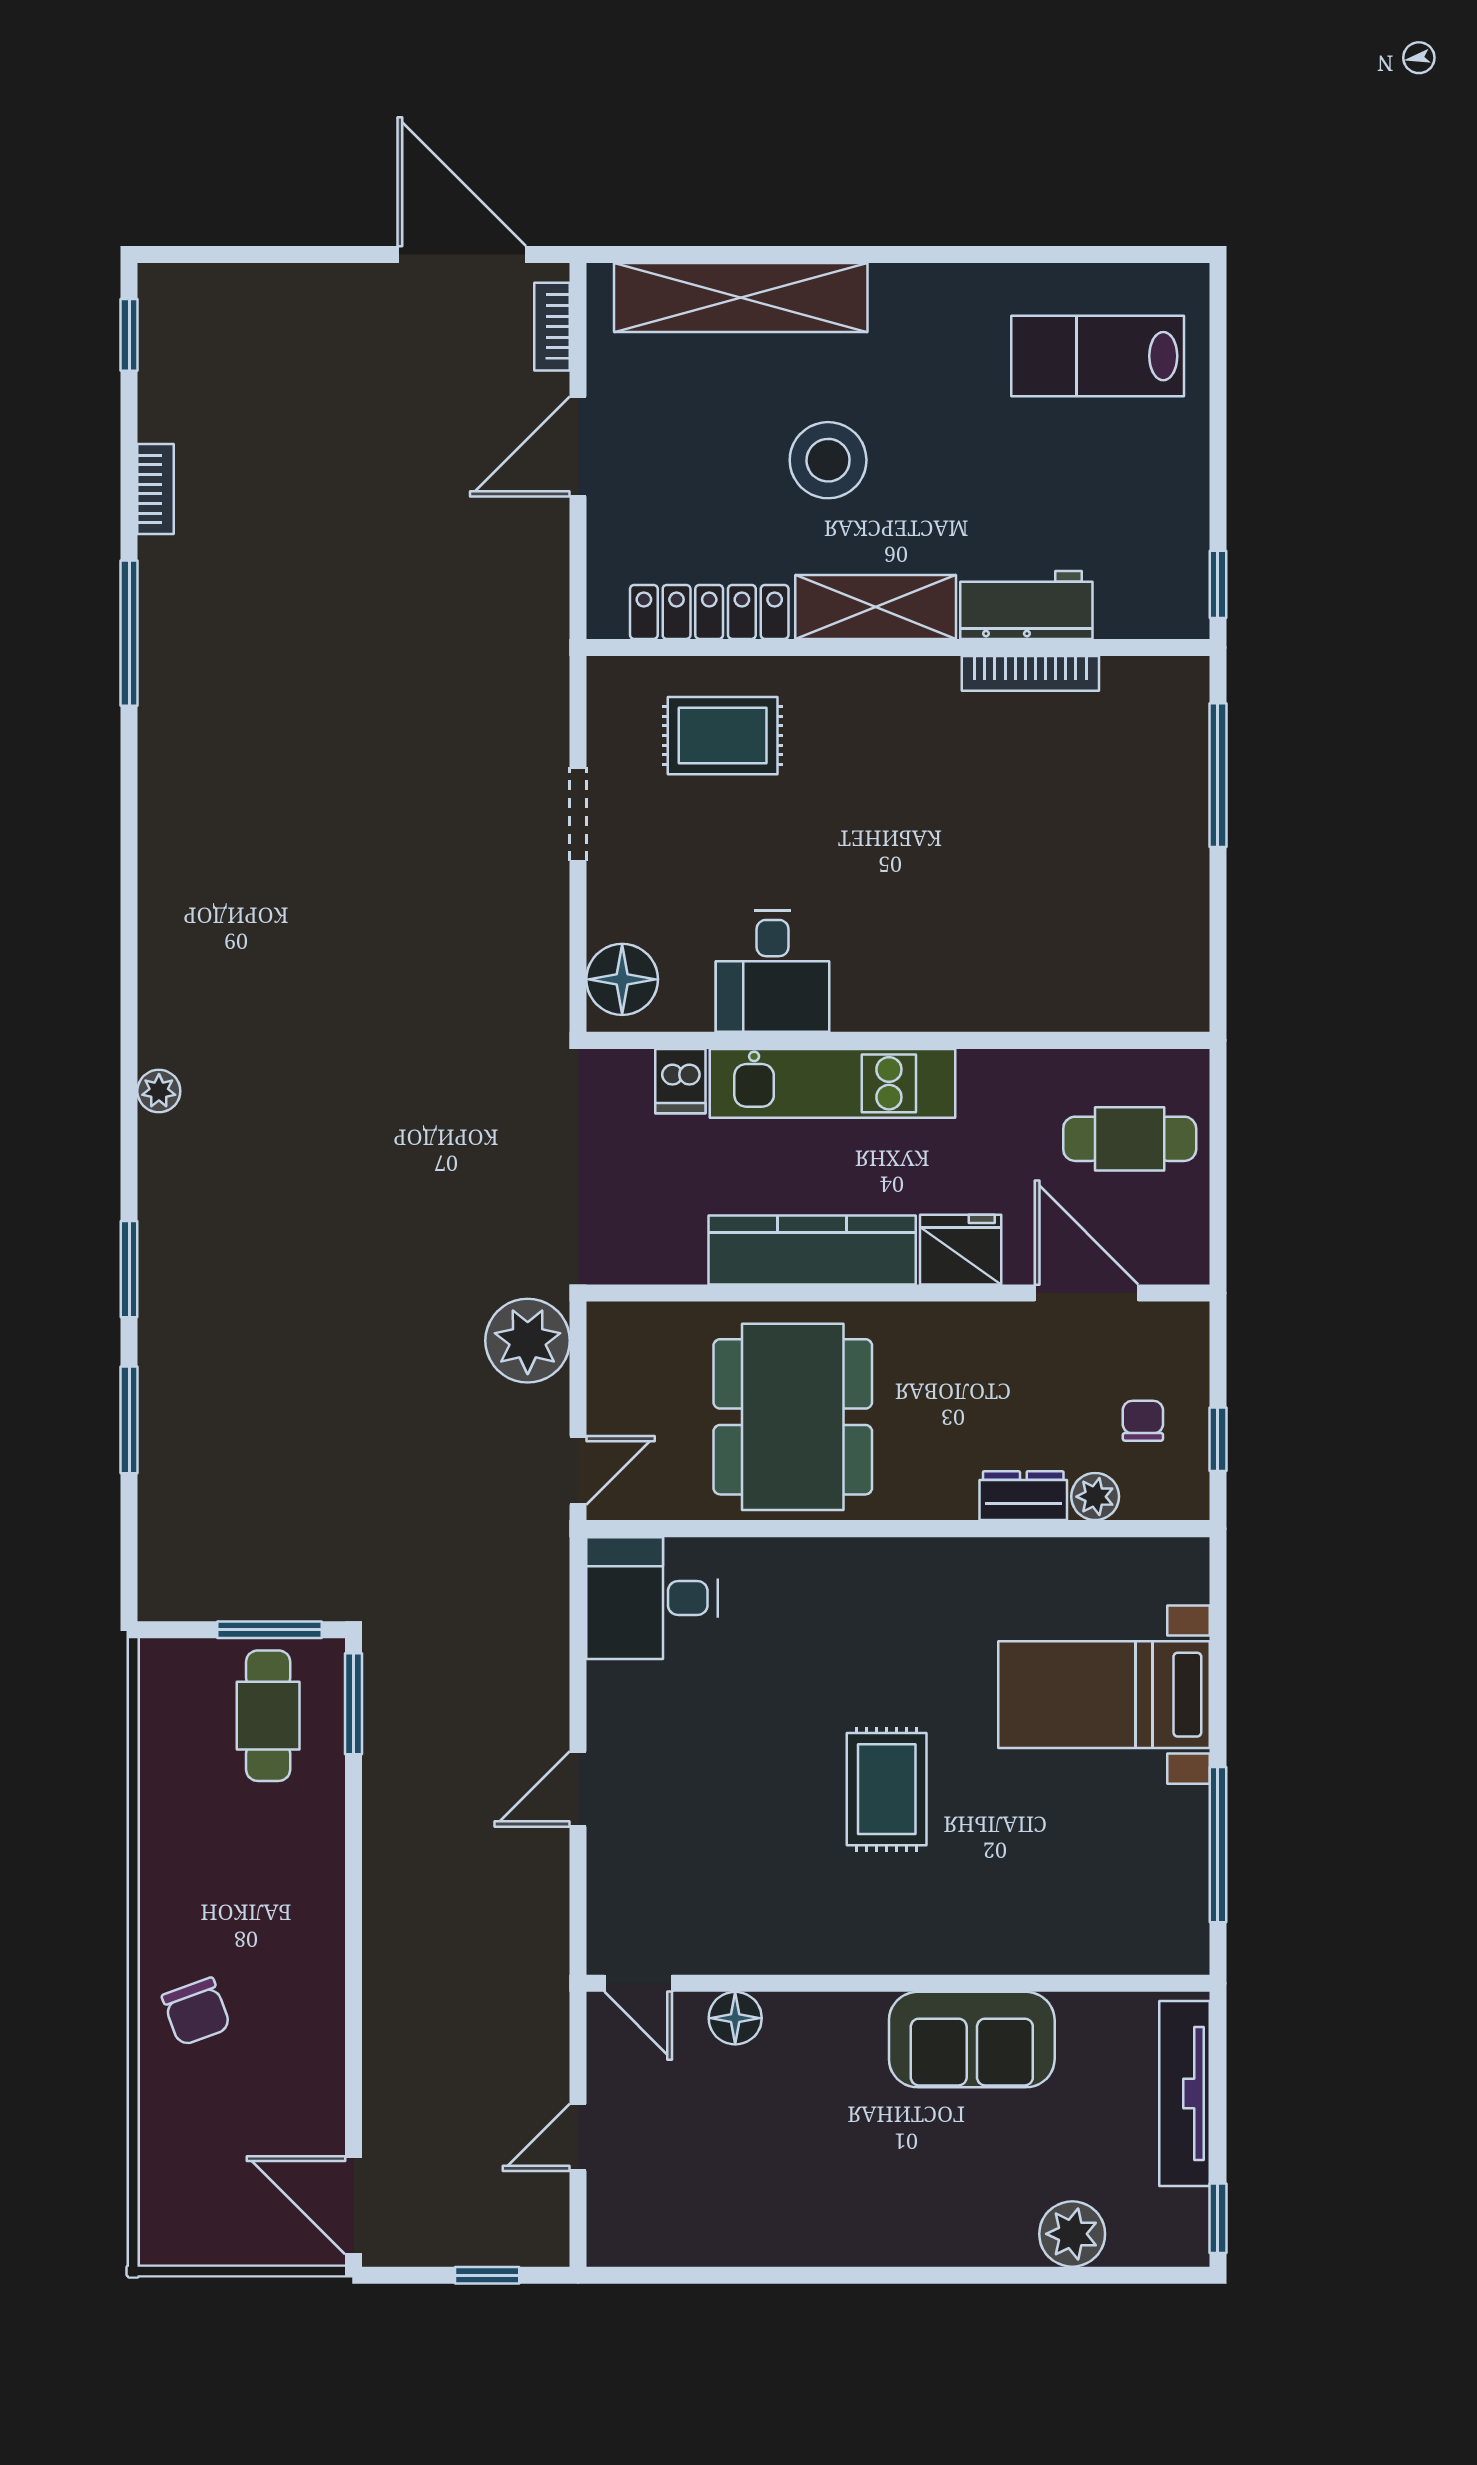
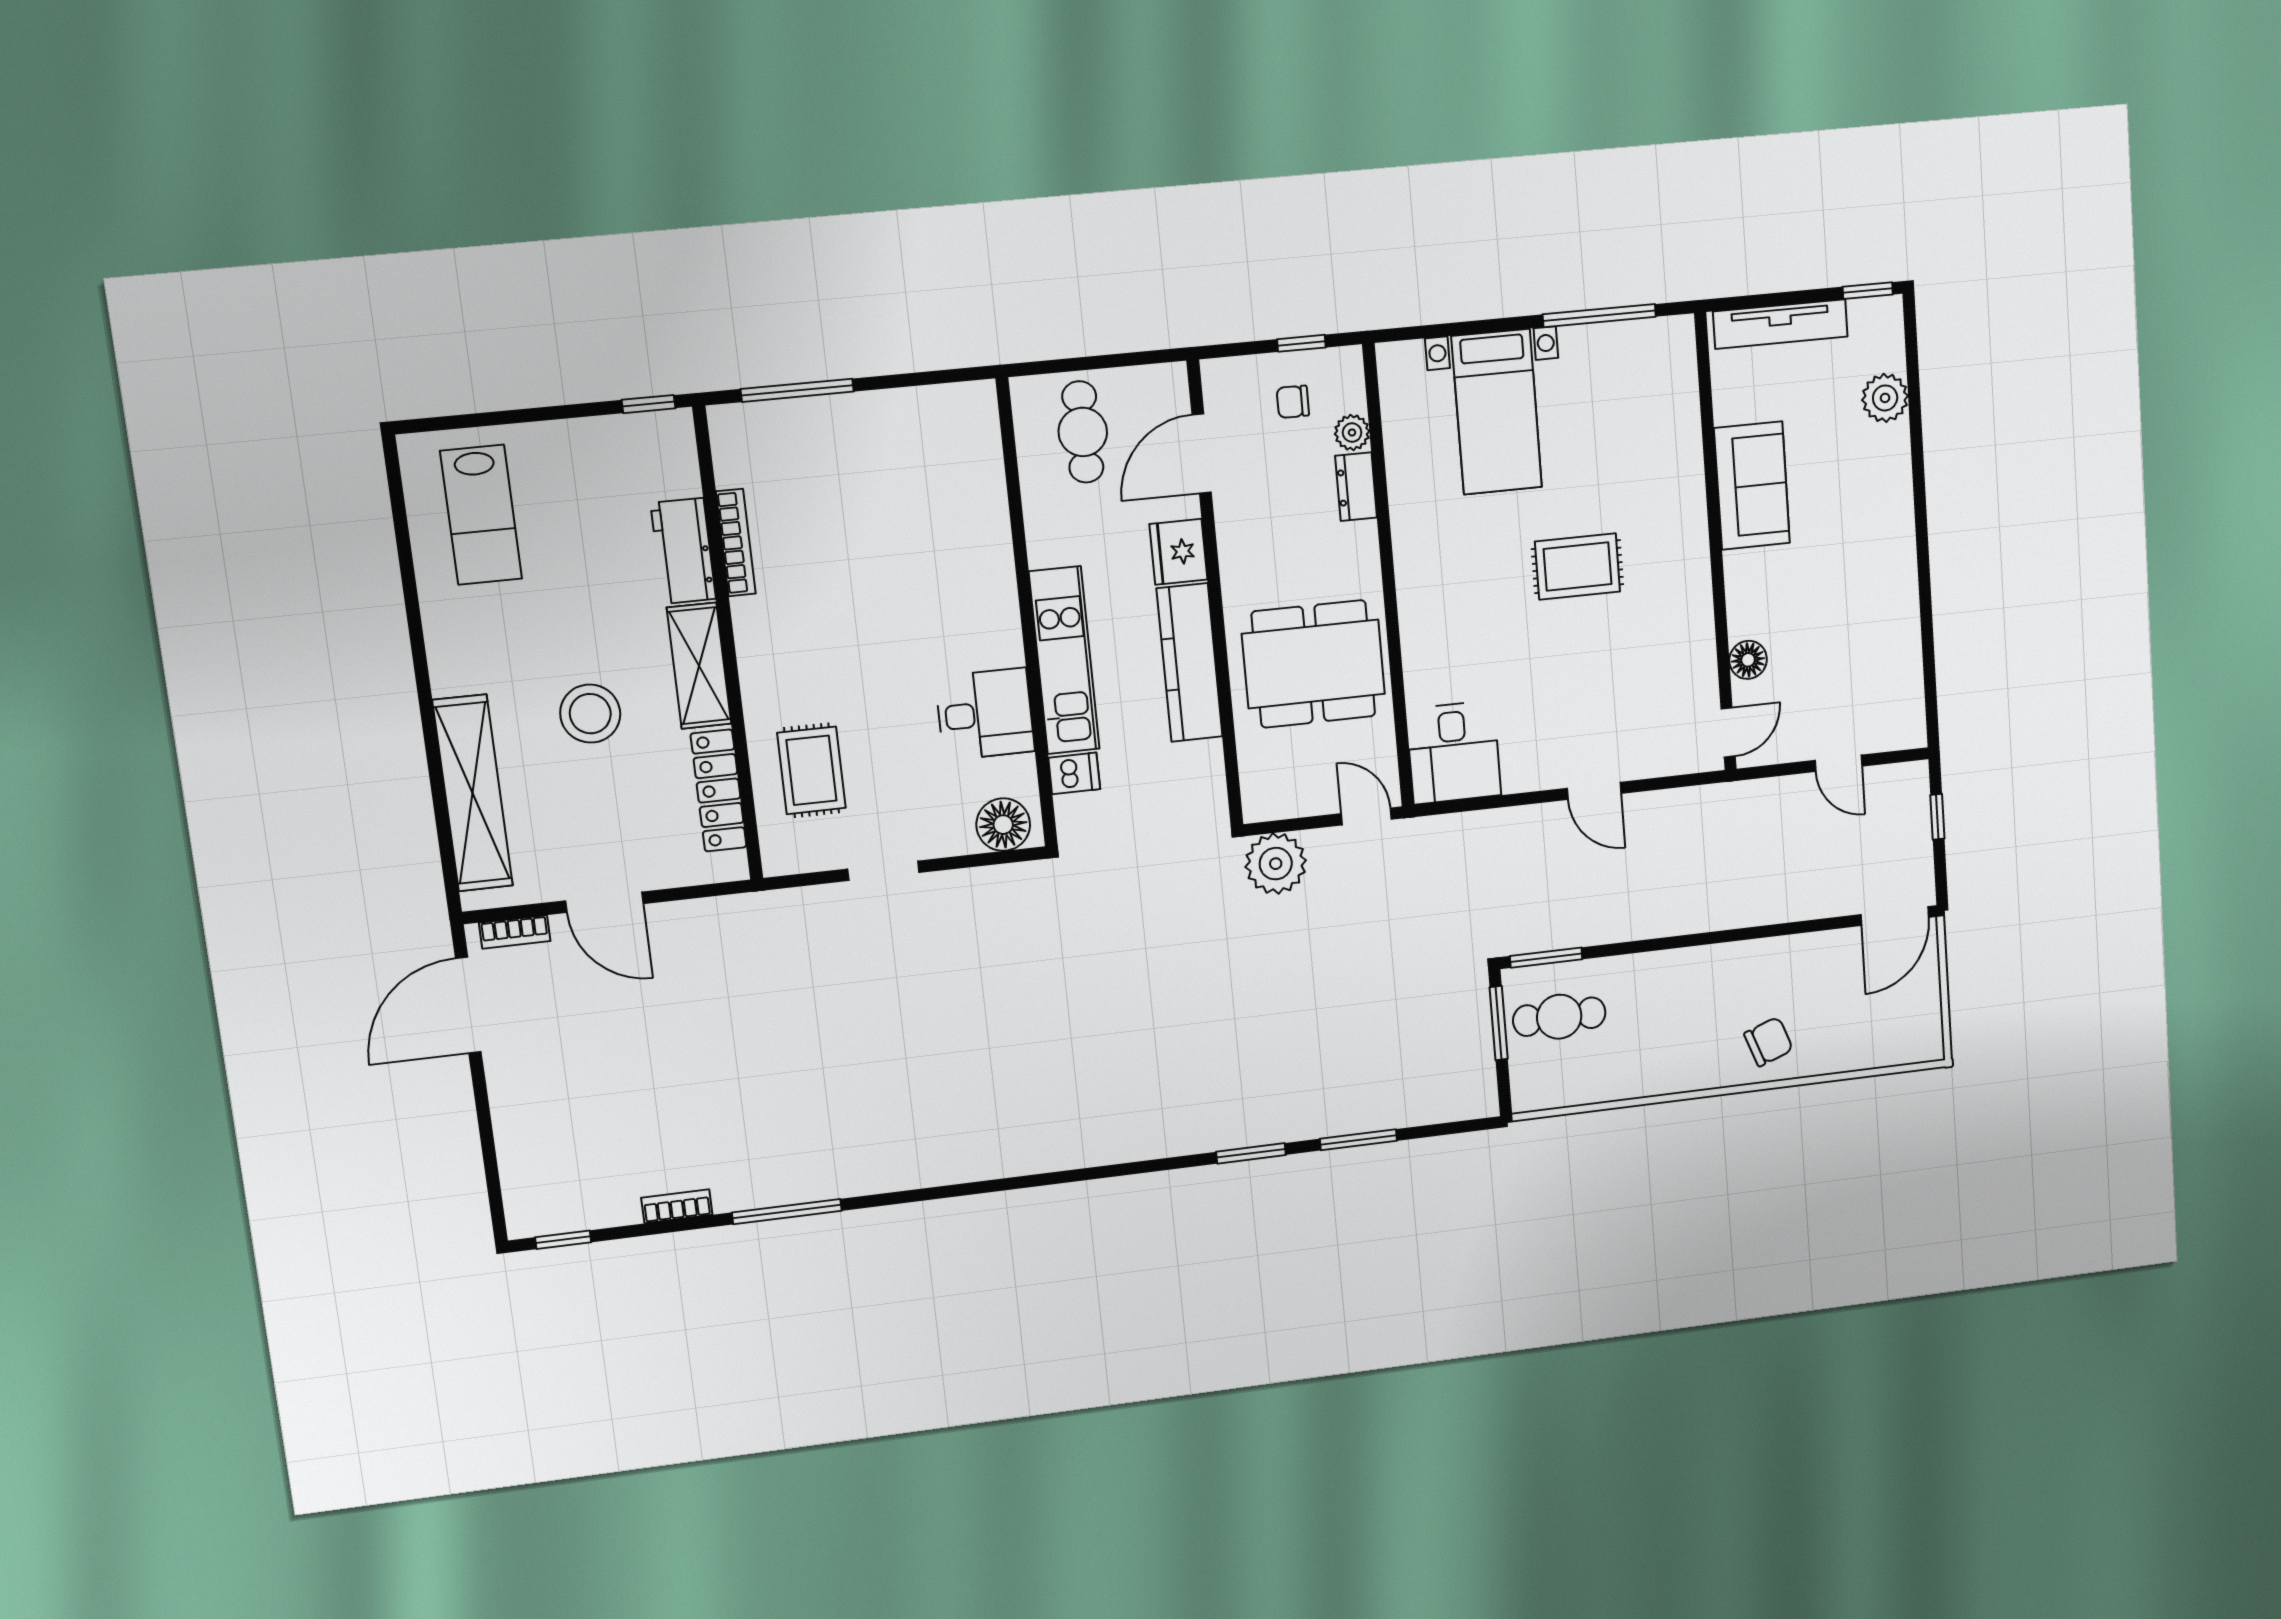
plant: (159, 1091) -> (1121, 1148), removed

